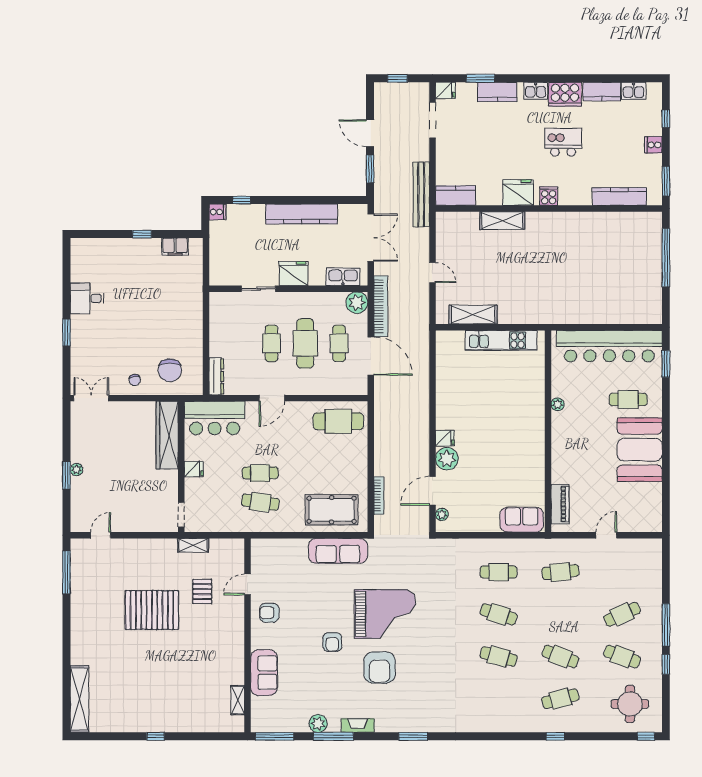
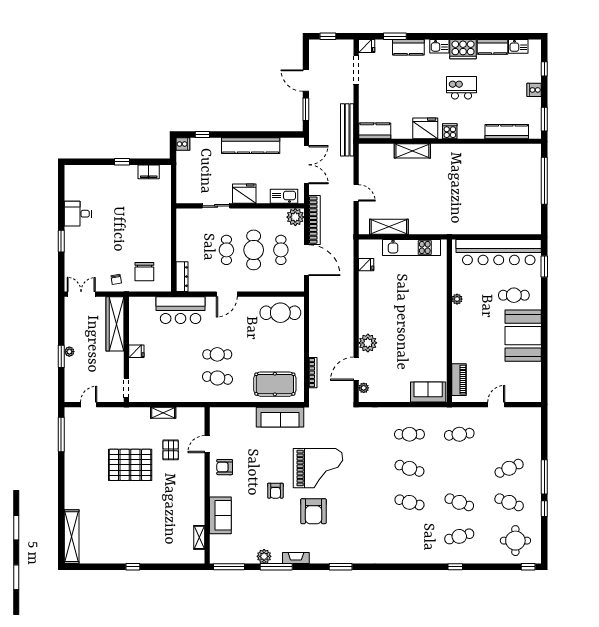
wardrobe: (167, 435) -> (115, 324), moved
fridge: (445, 438) -> (366, 265), moved
wall: (181, 467) -> (126, 349), moved
fridge: (194, 469) -> (136, 351), moved
doorway: (181, 515) -> (126, 388), moved

